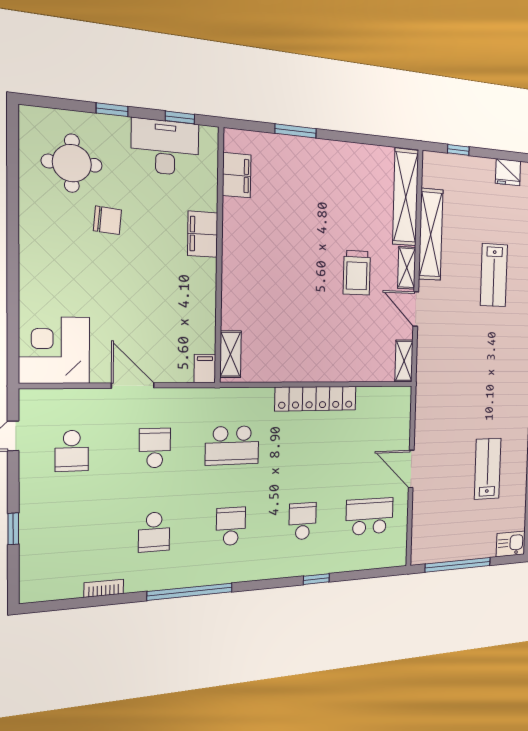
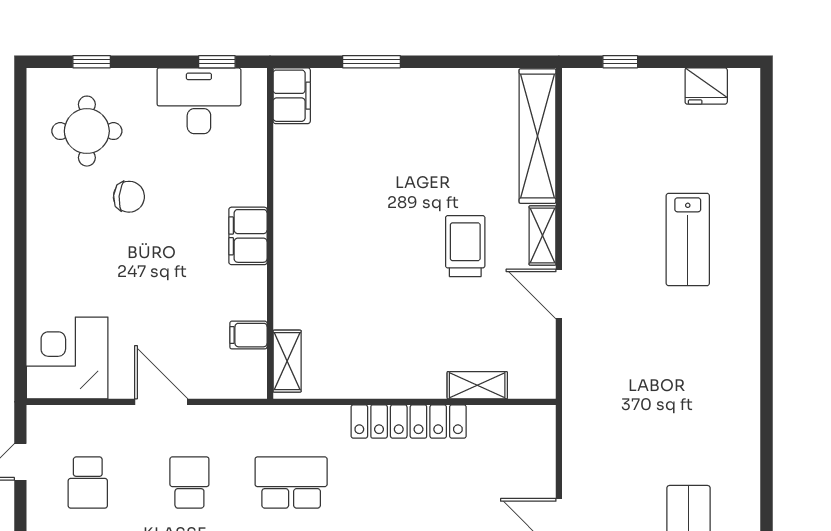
window: (112, 110) -> (92, 62), moved
filing cabinet: (237, 175) -> (292, 96), moved
filing cabinet: (203, 234) -> (248, 236), moved
shelving: (431, 234) -> (580, 186), removed
trolley: (357, 273) -> (465, 246), turned 180
shelving: (404, 361) -> (477, 385), moved, turned 90
filing cabinet: (205, 369) -> (248, 335), moved, turned -90
school desk: (232, 445) -> (291, 483), turned 180

